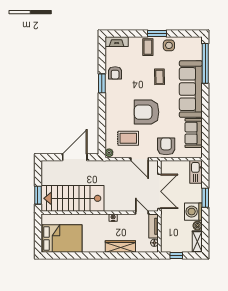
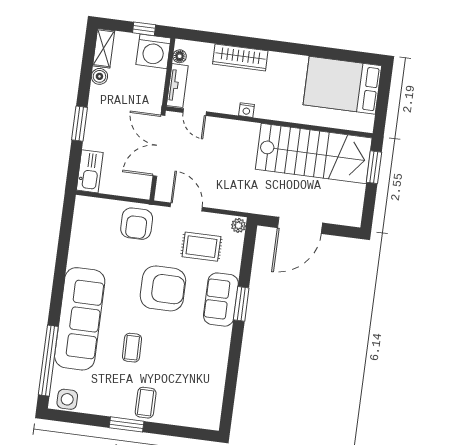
fireplace: (117, 42) -> (200, 420), removed
side table: (169, 45) -> (67, 399), moved
armchair: (115, 73) -> (209, 365), removed
window: (102, 83) -> (241, 304), moved
sofa: (194, 133) -> (221, 300), moved, turned 180
washing machine: (193, 212) -> (153, 51), moved, turned 90

